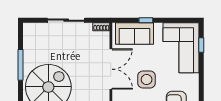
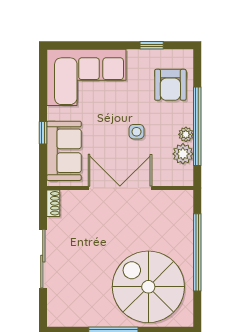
window: (201, 45) -> (152, 45), moved
side table: (147, 79) -> (136, 132), width x0.54, depth x0.54

